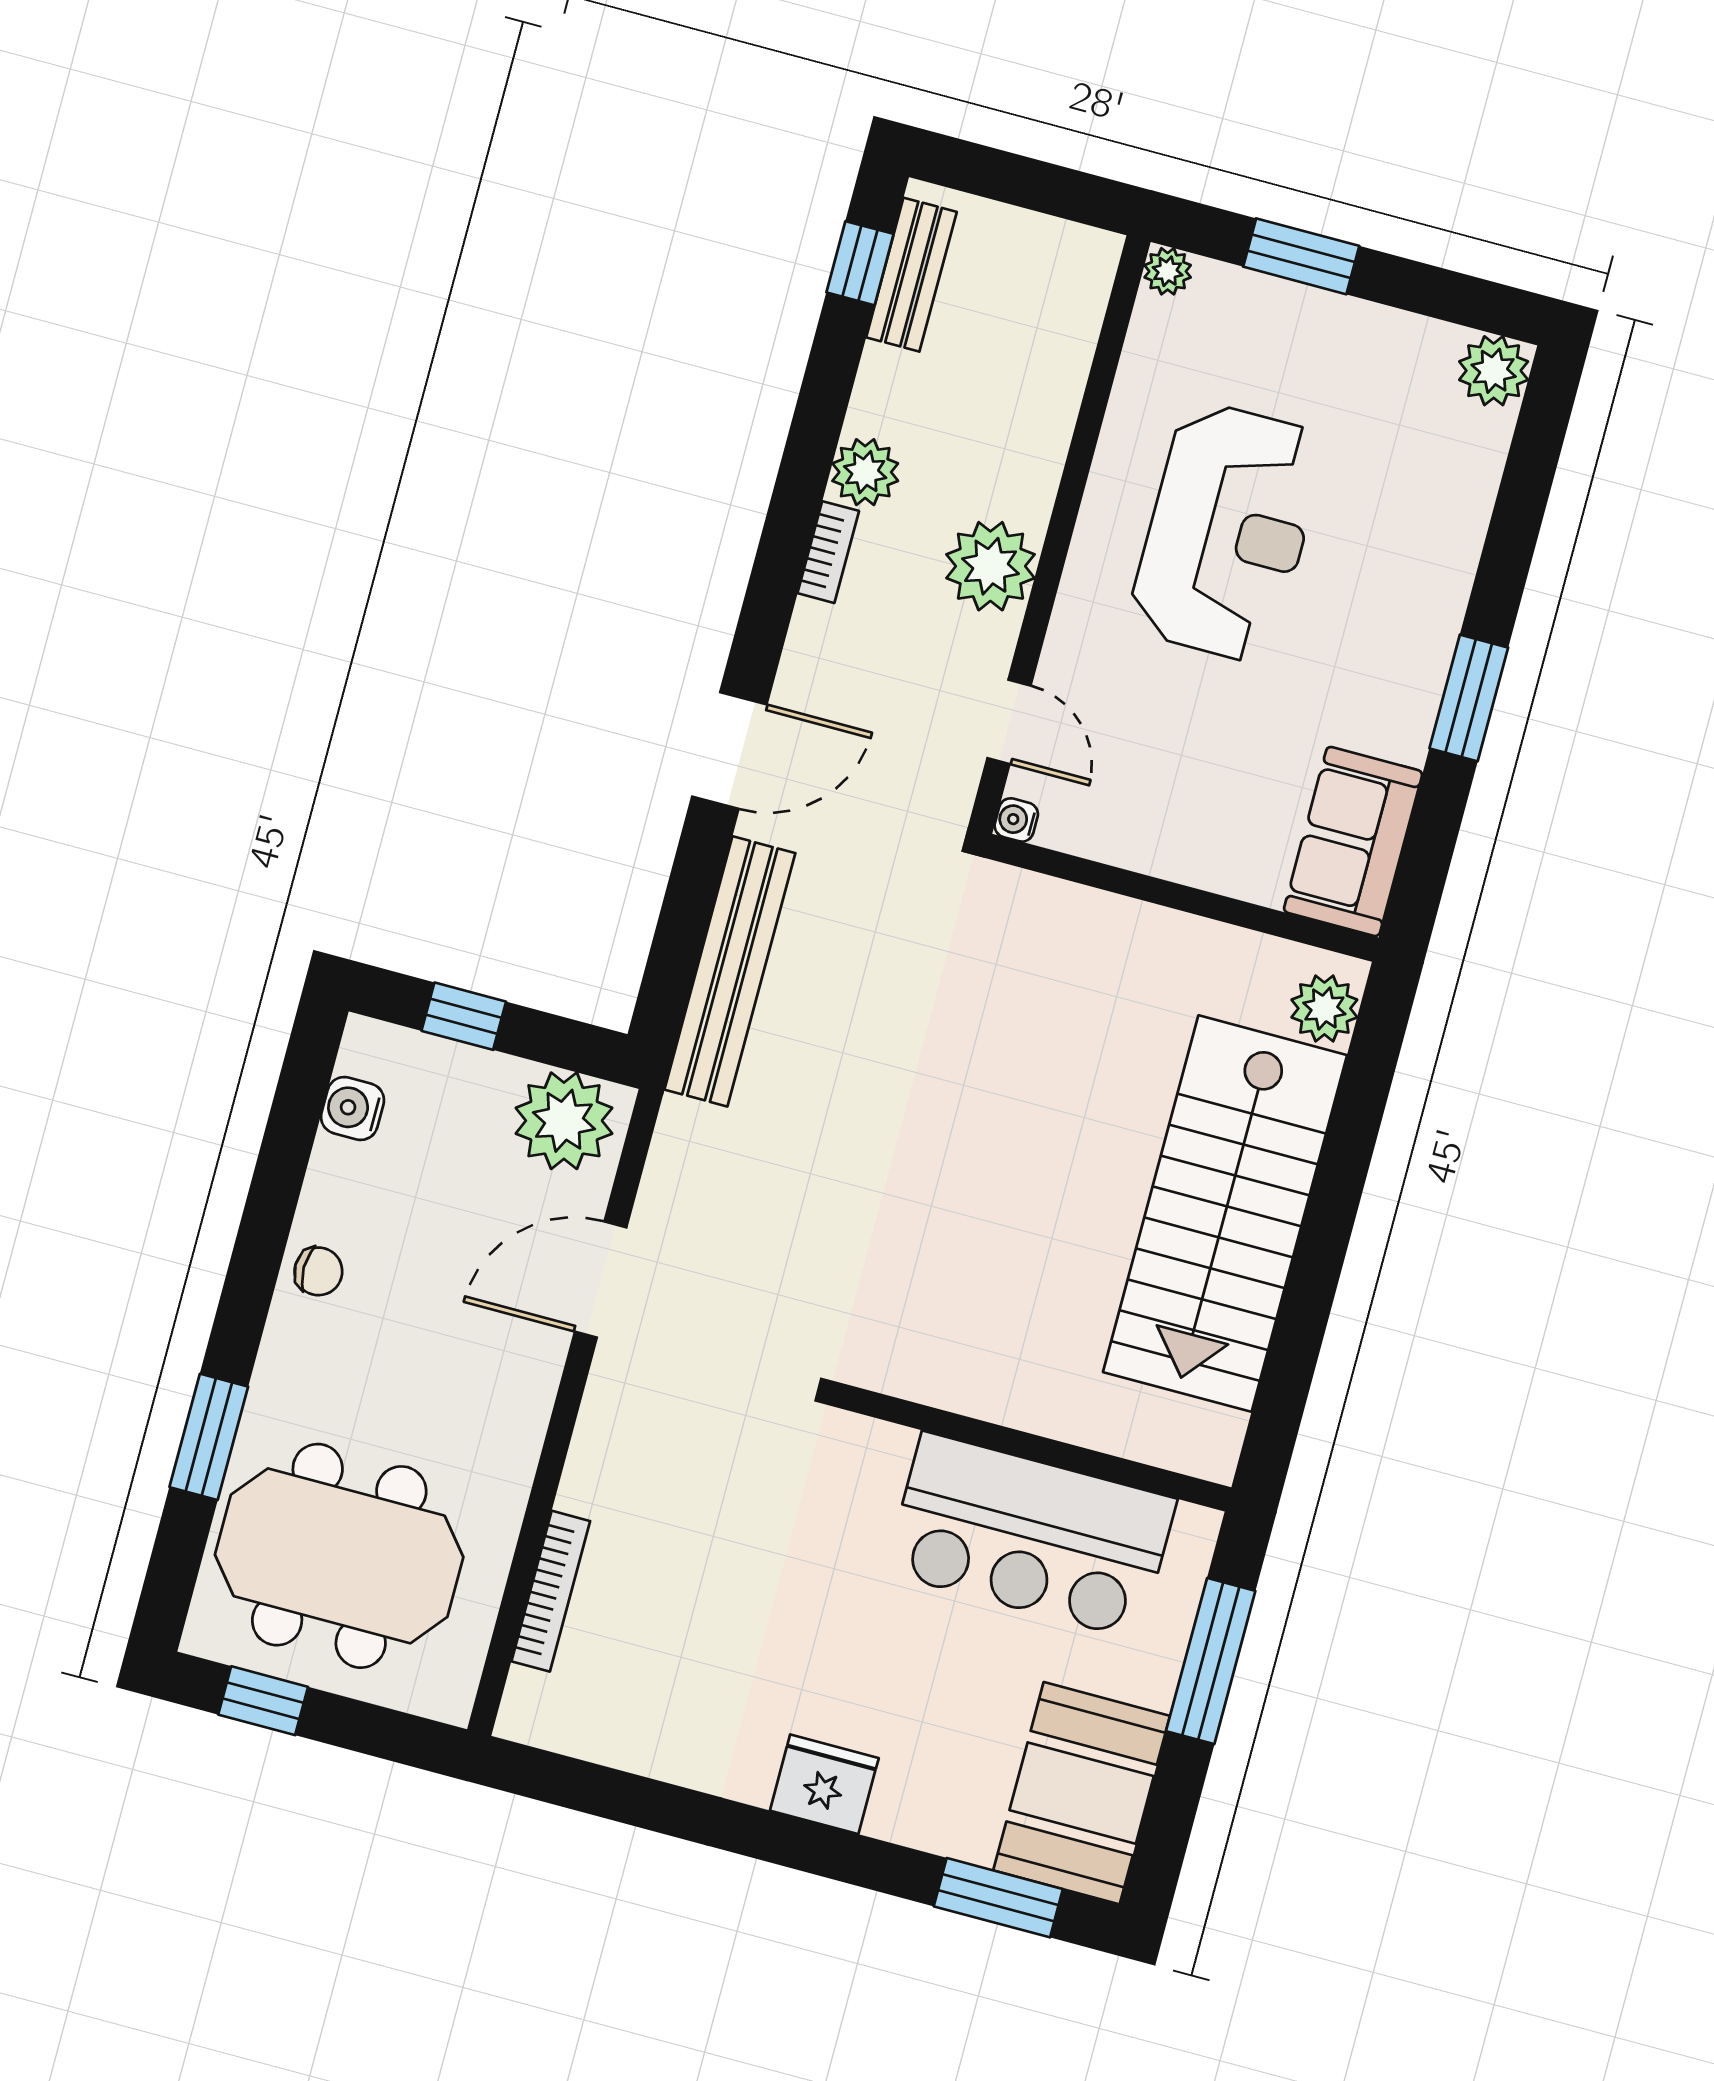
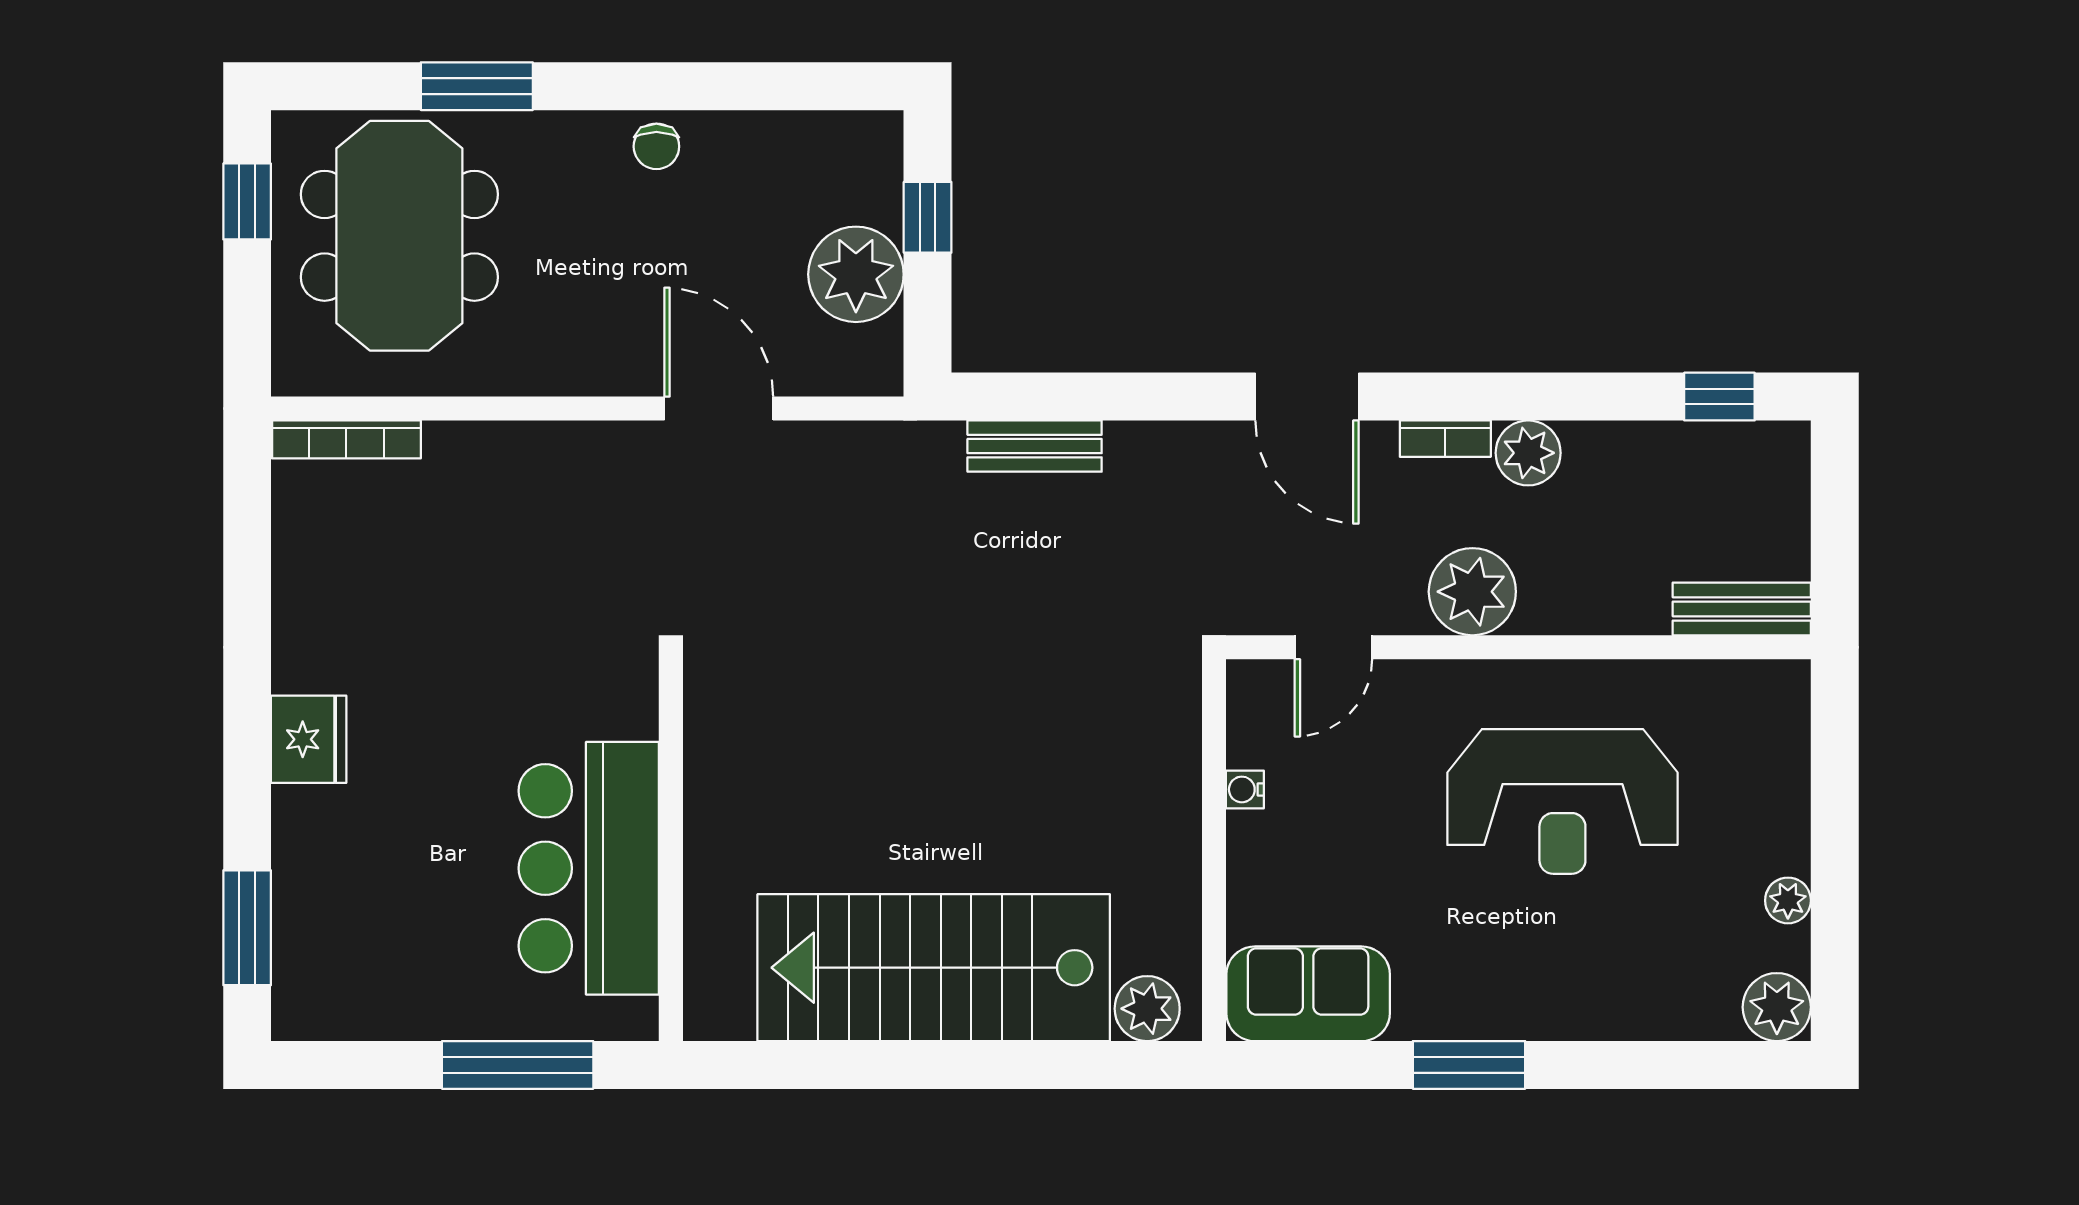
window: (1301, 256) -> (1835, 802), removed
plant: (1168, 271) -> (1788, 900), moved
bench: (911, 275) -> (1742, 609), moved
door: (729, 751) -> (1307, 397), moved
water cooler: (1016, 820) -> (1245, 789), moved, turned -90
bench: (730, 971) -> (1035, 446), width x0.54, depth x0.82
water cooler: (353, 1108) -> (815, 138), removed
plant: (564, 1121) -> (856, 274), moved
bookcase: (551, 1591) -> (346, 439), moved
booth: (1082, 1793) -> (364, 979), removed

